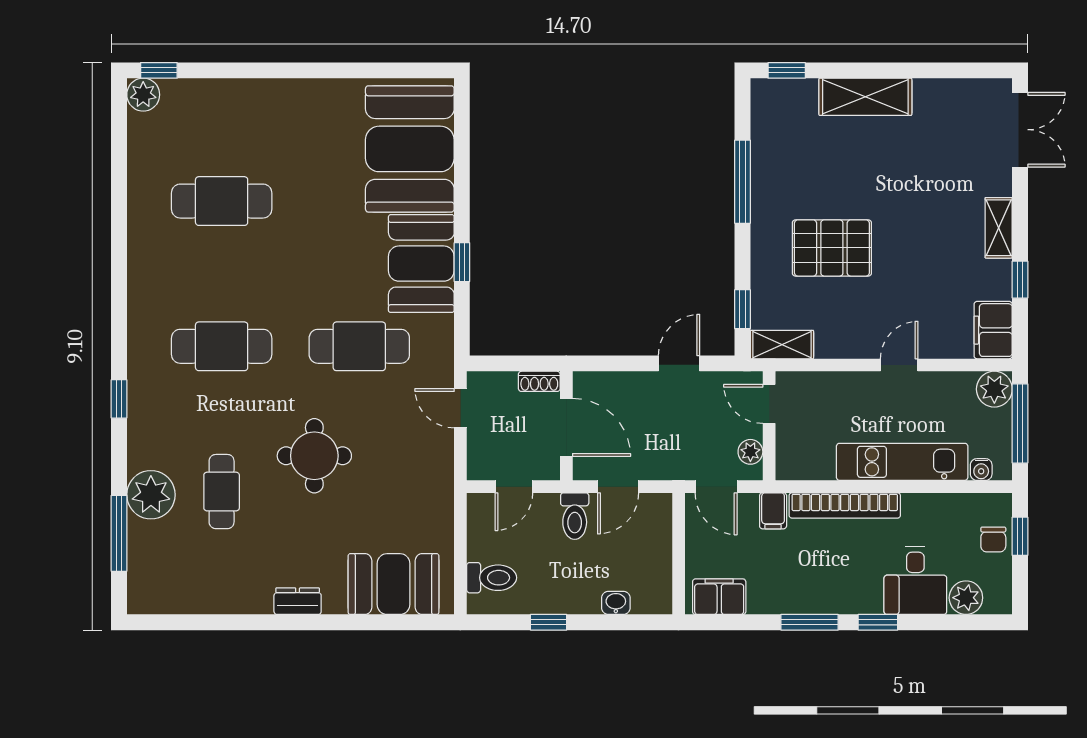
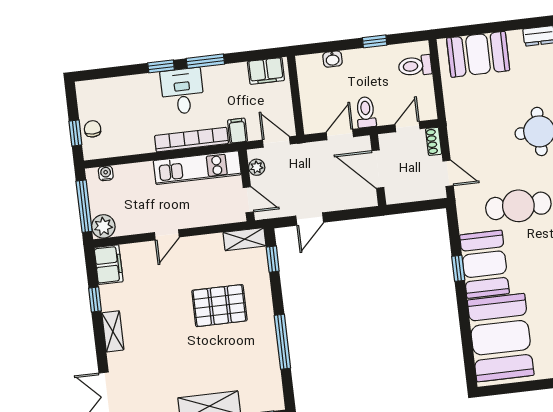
shoe rack: (539, 381) -> (434, 141), moved, turned -90
kitchen unit: (902, 462) -> (197, 168), moved
desk: (915, 581) -> (182, 91), moved
plant: (966, 598) -> (106, 89), removed

